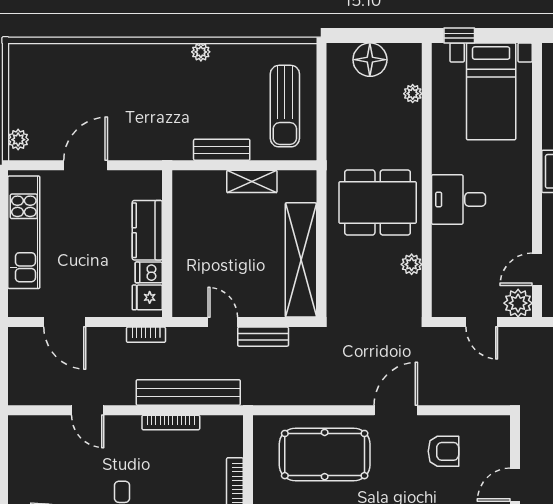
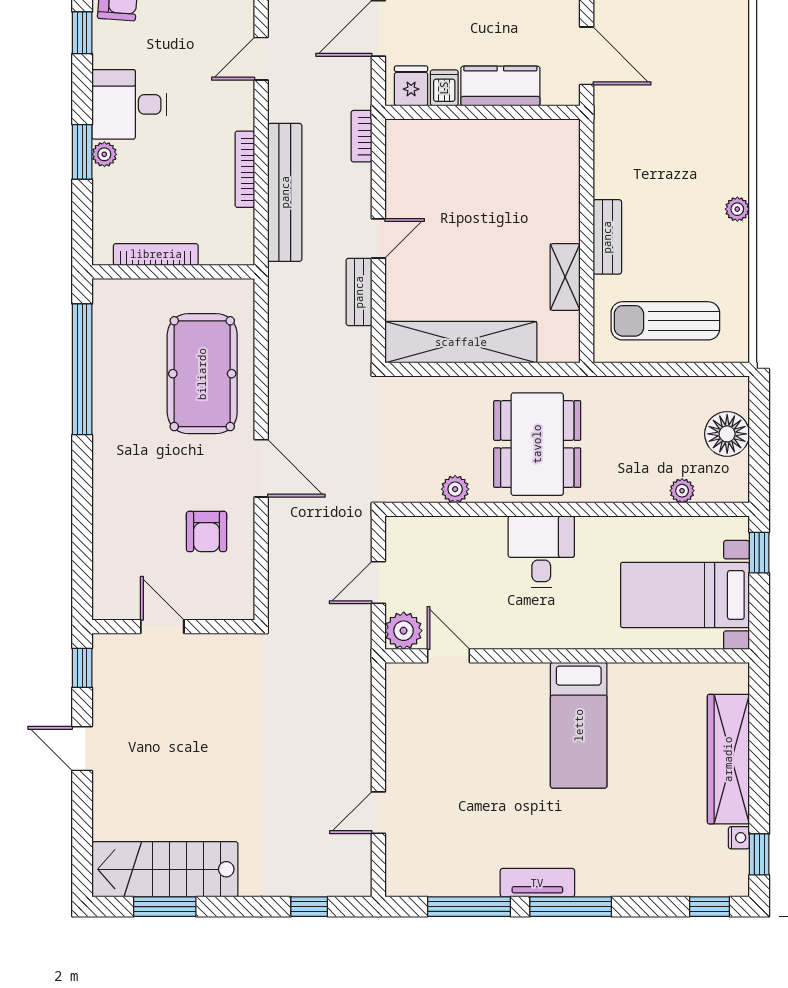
kitchen counter: (147, 230) -> (500, 86), moved
wall: (167, 244) -> (482, 112), moved
dishwasher: (149, 272) -> (444, 88), moved
fridge: (147, 297) -> (411, 86), moved

